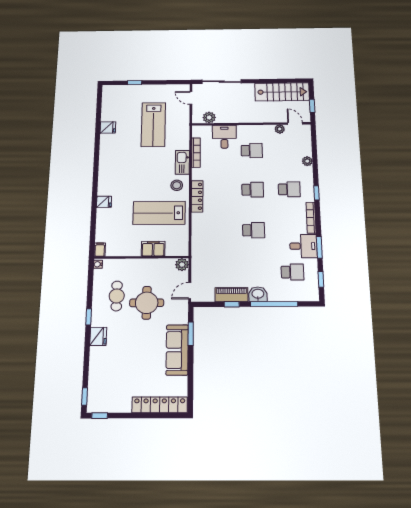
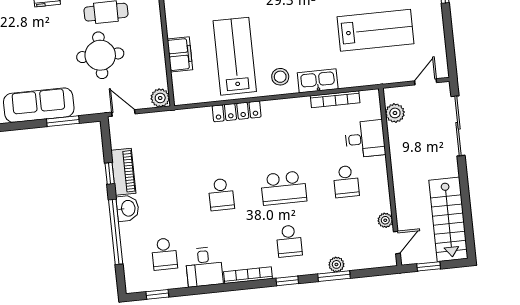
lab bench: (153, 125) -> (376, 30), turned 180
school desk: (253, 190) -> (284, 188), width x1.85
locker: (197, 196) -> (237, 111), moved
window: (319, 247) -> (334, 276), moved

